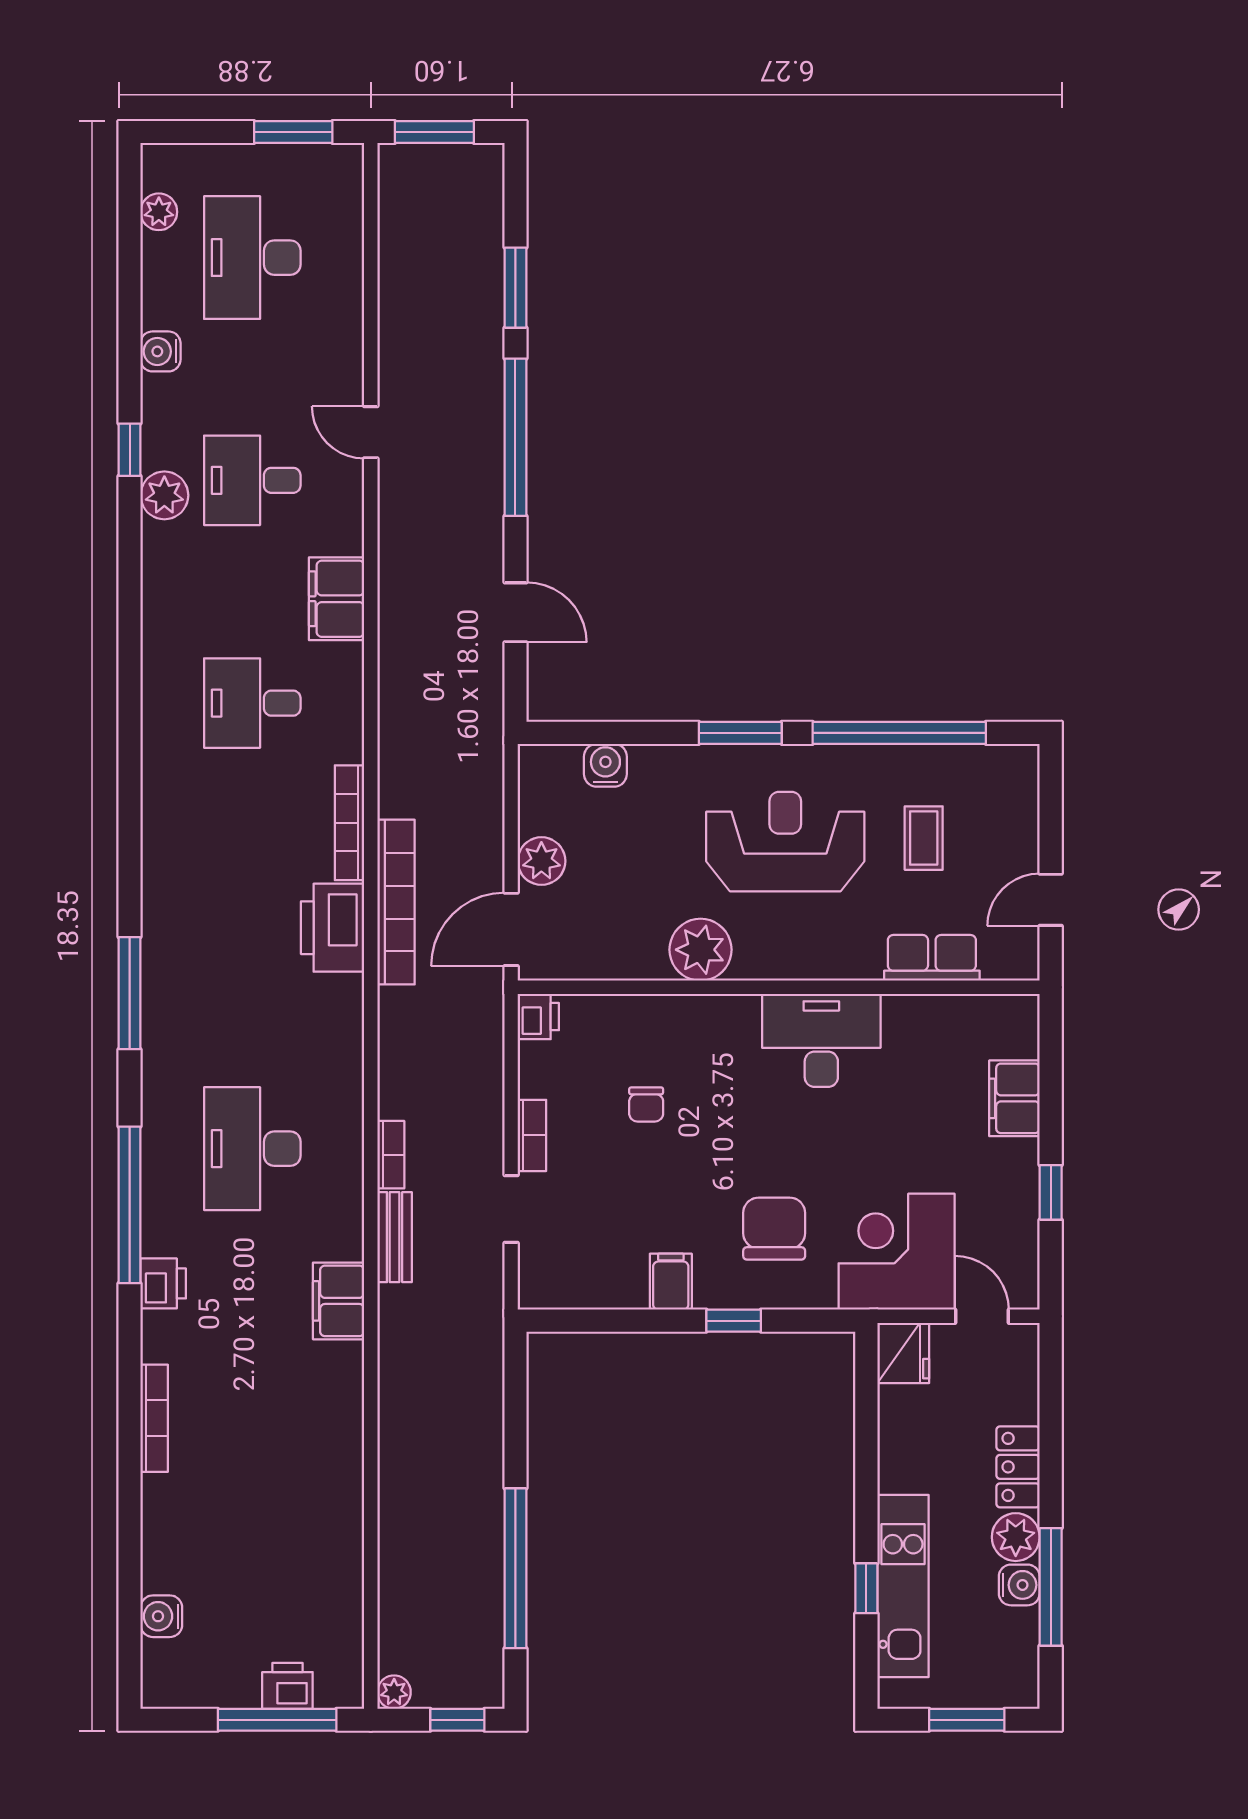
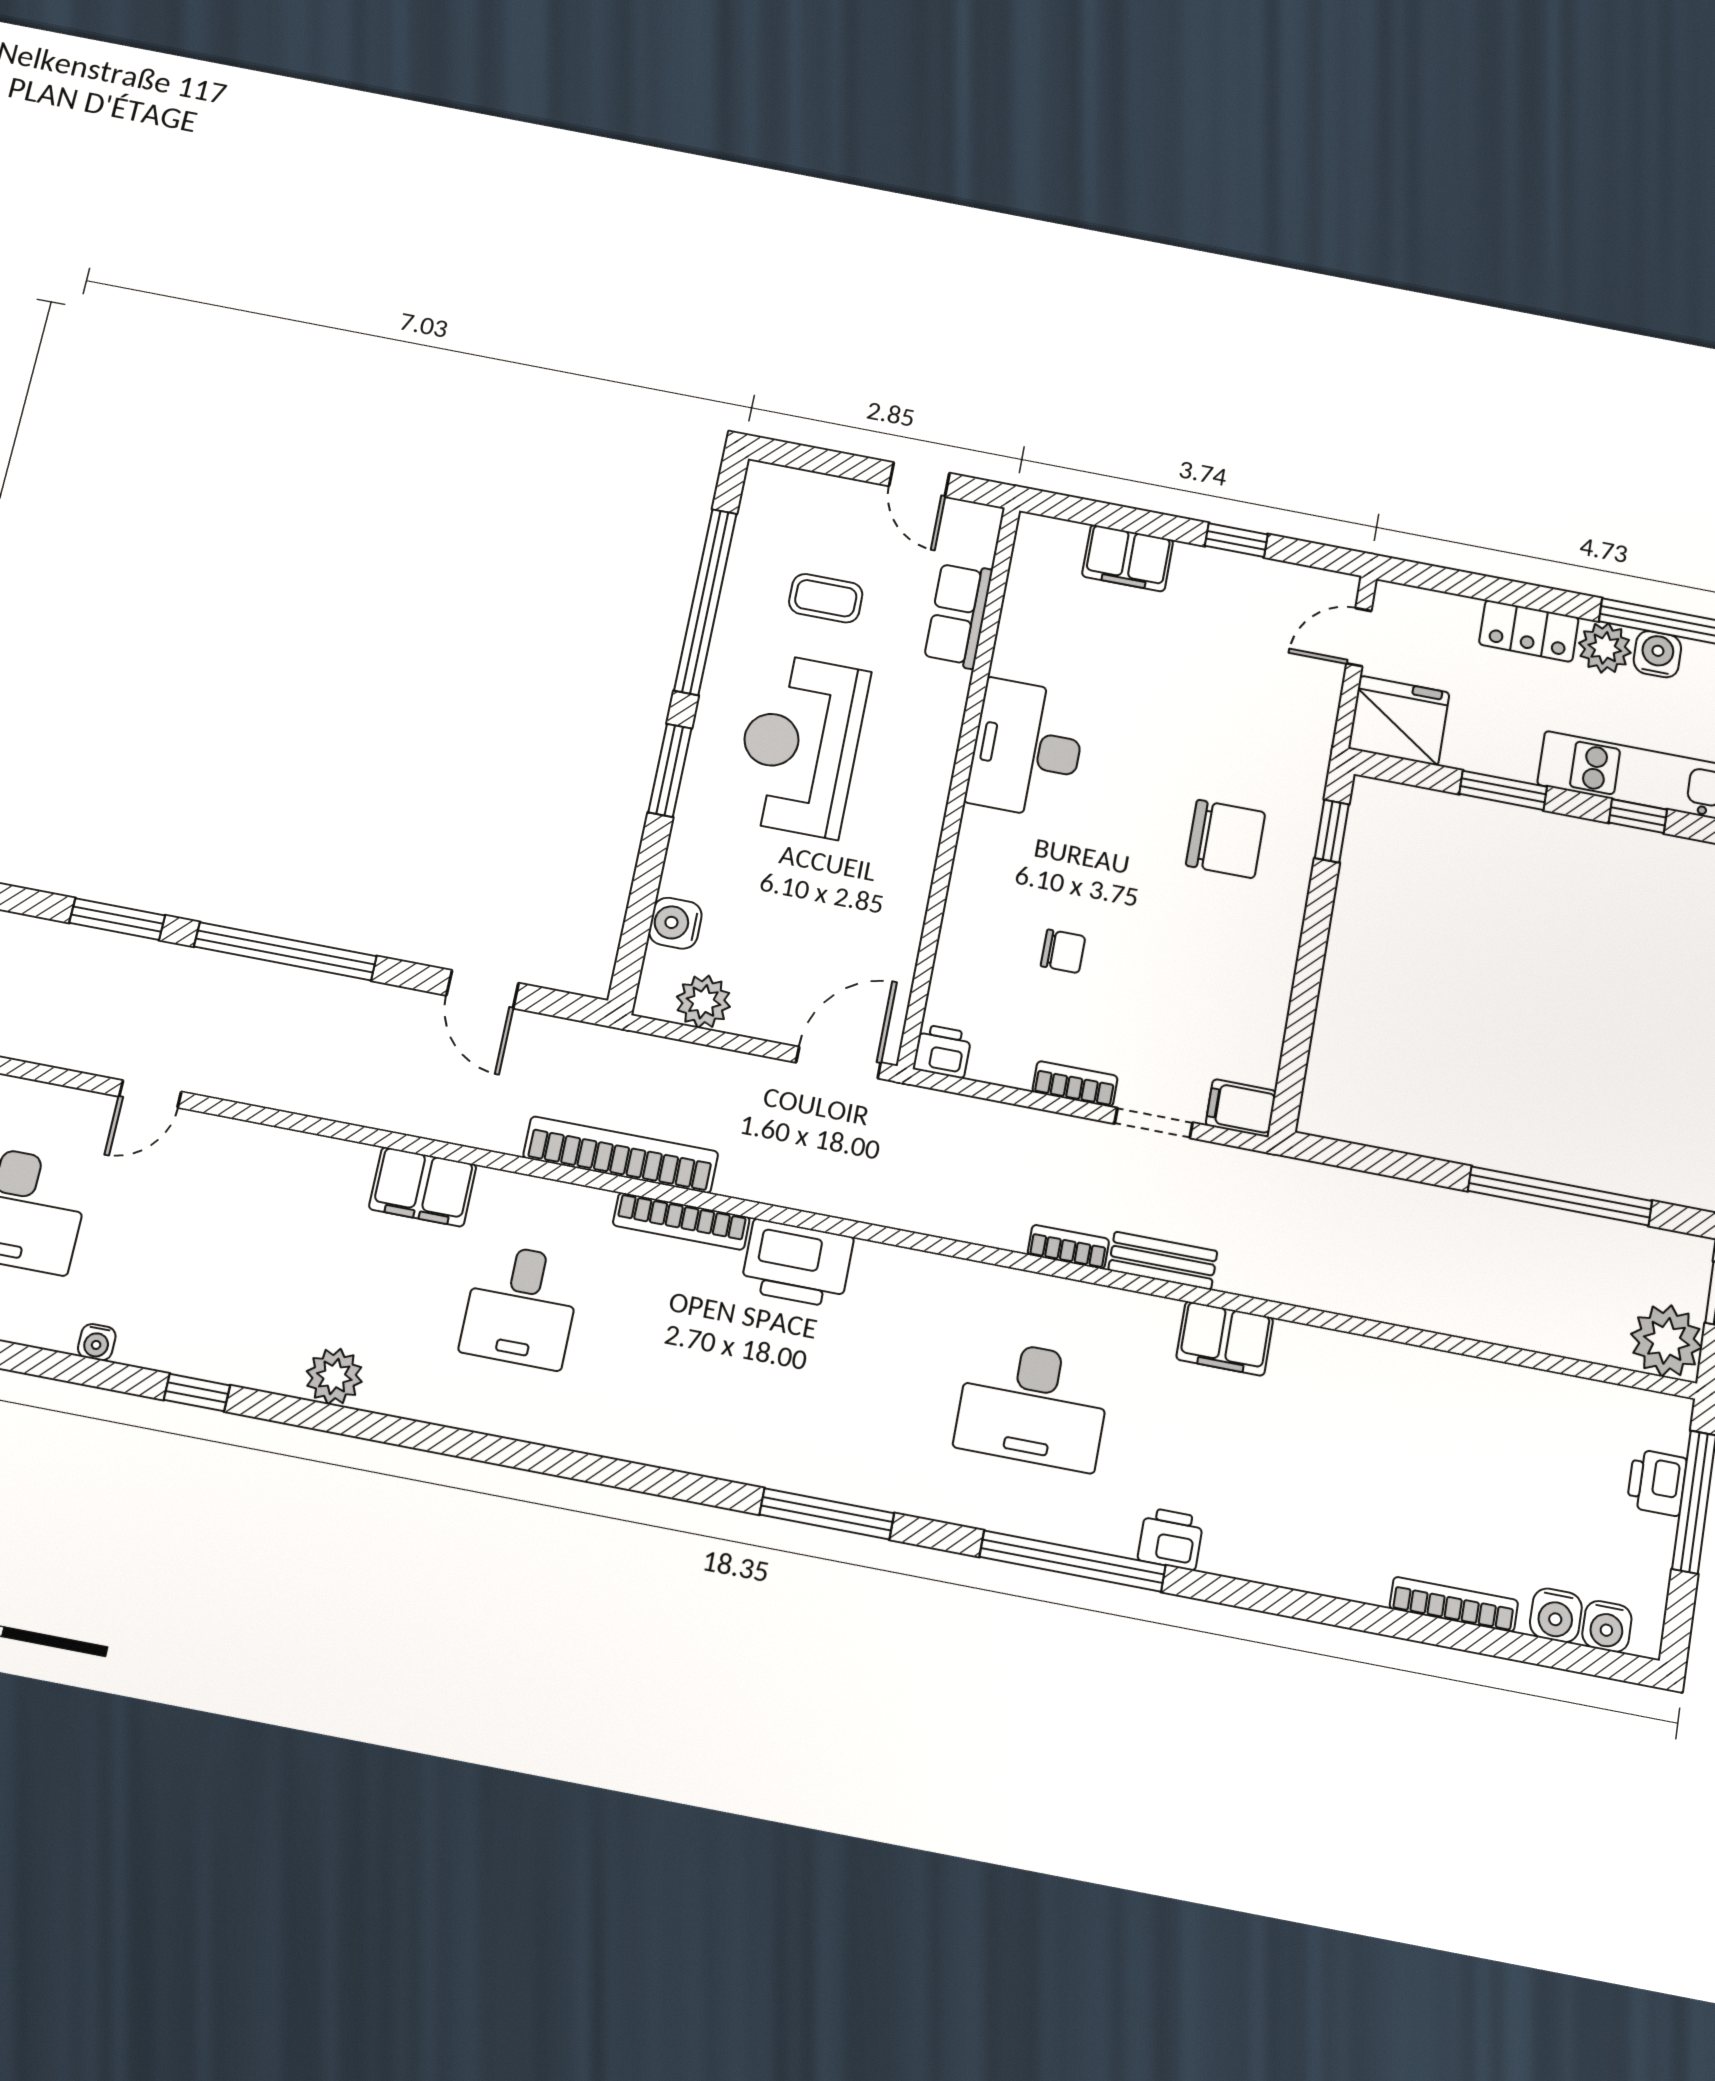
water cooler: (160, 351) -> (97, 1342), width x0.72, depth x0.72
door: (371, 432) -> (150, 1094), moved
desk: (252, 480) -> (265, 1257), removed
plant: (164, 495) -> (334, 1376), moved
door: (515, 612) -> (482, 989), swing flipped
plant: (541, 861) -> (703, 1002), moved
bookcase: (396, 902) -> (621, 1155), moved
door: (511, 929) -> (838, 1063), swing flipped
plant: (701, 950) -> (902, 859), removed
chair: (774, 1229) -> (1226, 839), turned 180
corner desk: (897, 1252) -> (1273, 713), removed
filing cabinet: (671, 1282) -> (1241, 1108), moved
window: (734, 1321) -> (1332, 831), moved
fridge: (903, 1353) -> (1399, 720), width x1.36, depth x1.34
bookcase: (154, 1418) -> (1454, 1604), moved
window: (866, 1466) -> (1503, 790), added
water cooler: (160, 1660) -> (1607, 1626), added
plant: (394, 1692) -> (1666, 1341), width x1.88, depth x1.88

